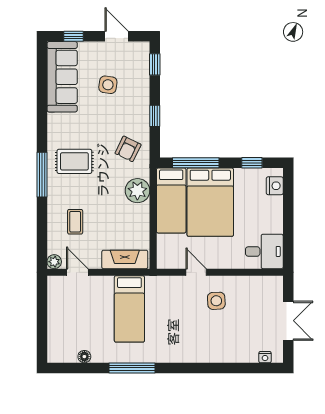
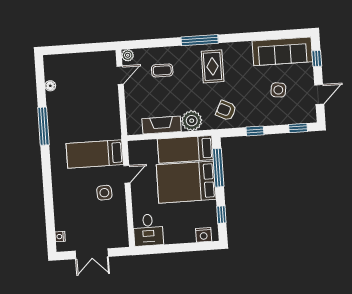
fireplace: (125, 259) -> (162, 125), moved, turned -90
bed: (129, 309) -> (95, 154), moved

